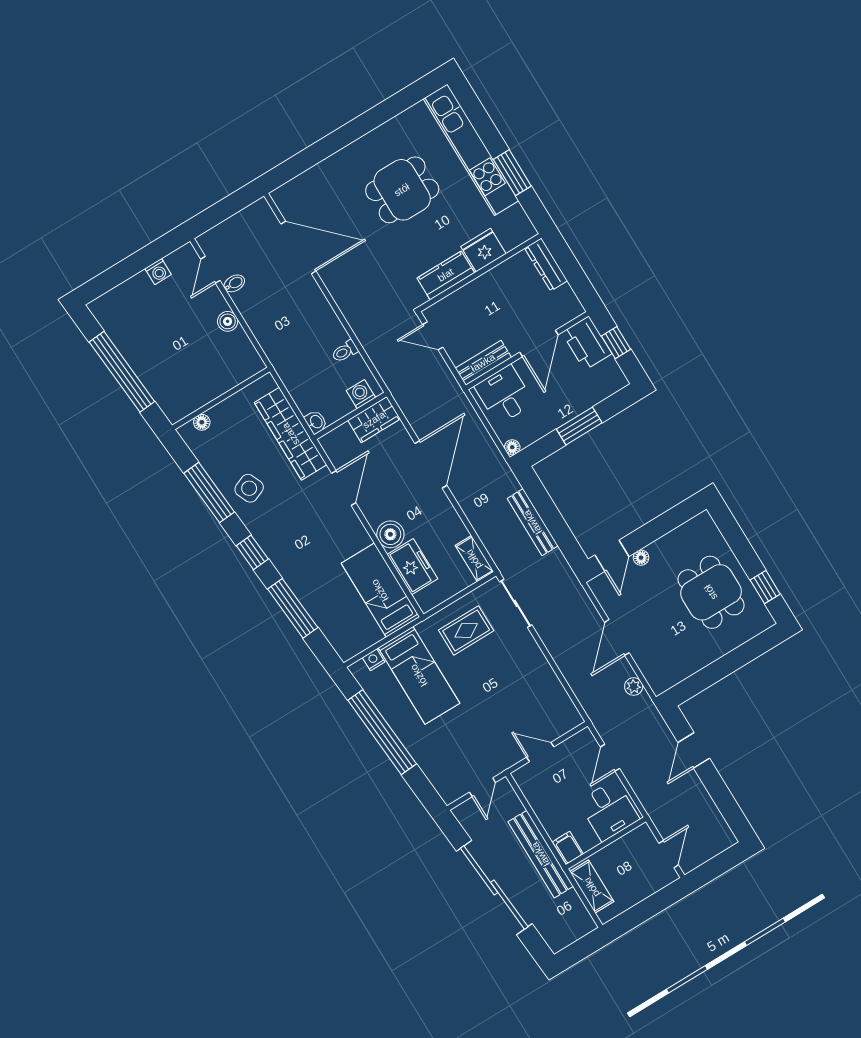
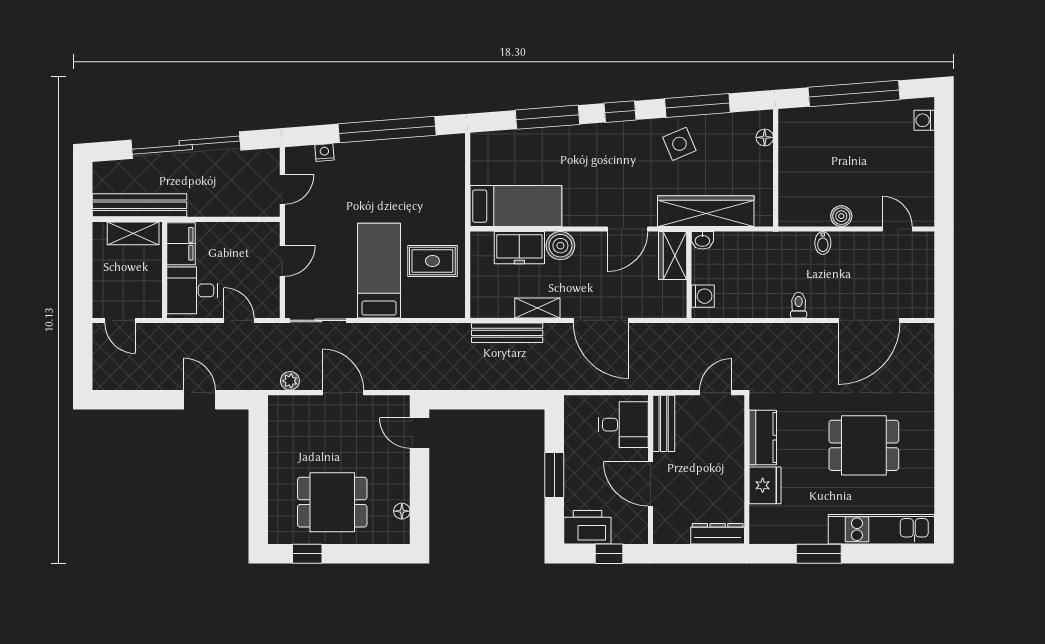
kitchen unit: (471, 150) -> (881, 529), width x0.73
dining table: (402, 190) -> (864, 445), turned 90
washing machine: (158, 272) -> (924, 120), moved
bidet: (234, 283) -> (823, 243), moved
printer: (587, 343) -> (587, 527), moved
toilet: (345, 351) -> (799, 305), moved
wardrobe: (374, 420) -> (673, 256), moved
floor lamp: (512, 447) -> (572, 403), removed
door: (344, 488) -> (628, 229), hinge flipped
bench: (533, 522) -> (507, 333), moved
floor lamp: (641, 558) -> (402, 511), moved
shelving: (474, 559) -> (537, 308), moved
sliding door: (516, 603) -> (318, 320), moved
rug: (466, 630) -> (432, 261), turned 90
nightstand: (374, 660) -> (324, 152), moved, turned -94
bed: (419, 675) -> (379, 271), moved, turned 90
door: (482, 787) -> (282, 190), swing flipped
filing cabinet: (568, 848) -> (181, 244), width x2.00
bench: (541, 854) -> (139, 205), moved

